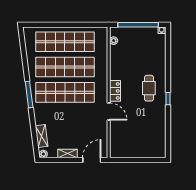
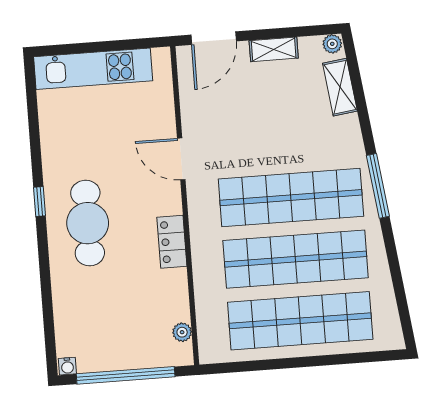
cafe table: (149, 88) -> (88, 223), width x1.37, depth x1.35
locker: (115, 91) -> (172, 242), moved
kitchen unit: (142, 151) -> (93, 69), added

